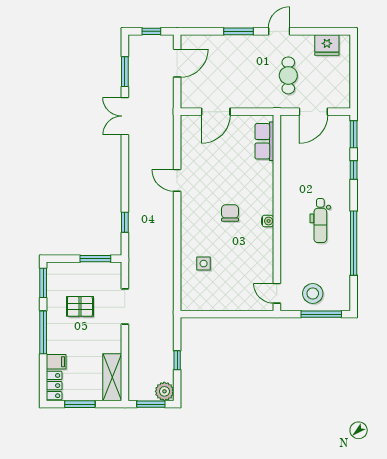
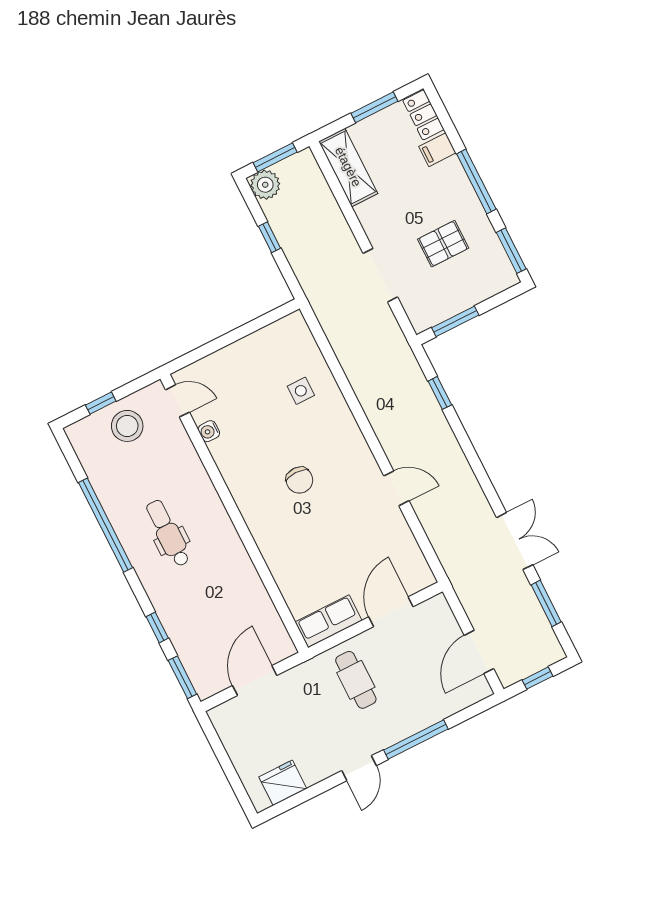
window: (238, 31) -> (416, 739), width x1.44
cafe table: (288, 75) -> (356, 680), moved
row of seats: (264, 141) -> (328, 621), moved, turned -90
water cooler: (268, 221) -> (209, 431), moved
window: (321, 314) -> (101, 403), width x0.46

